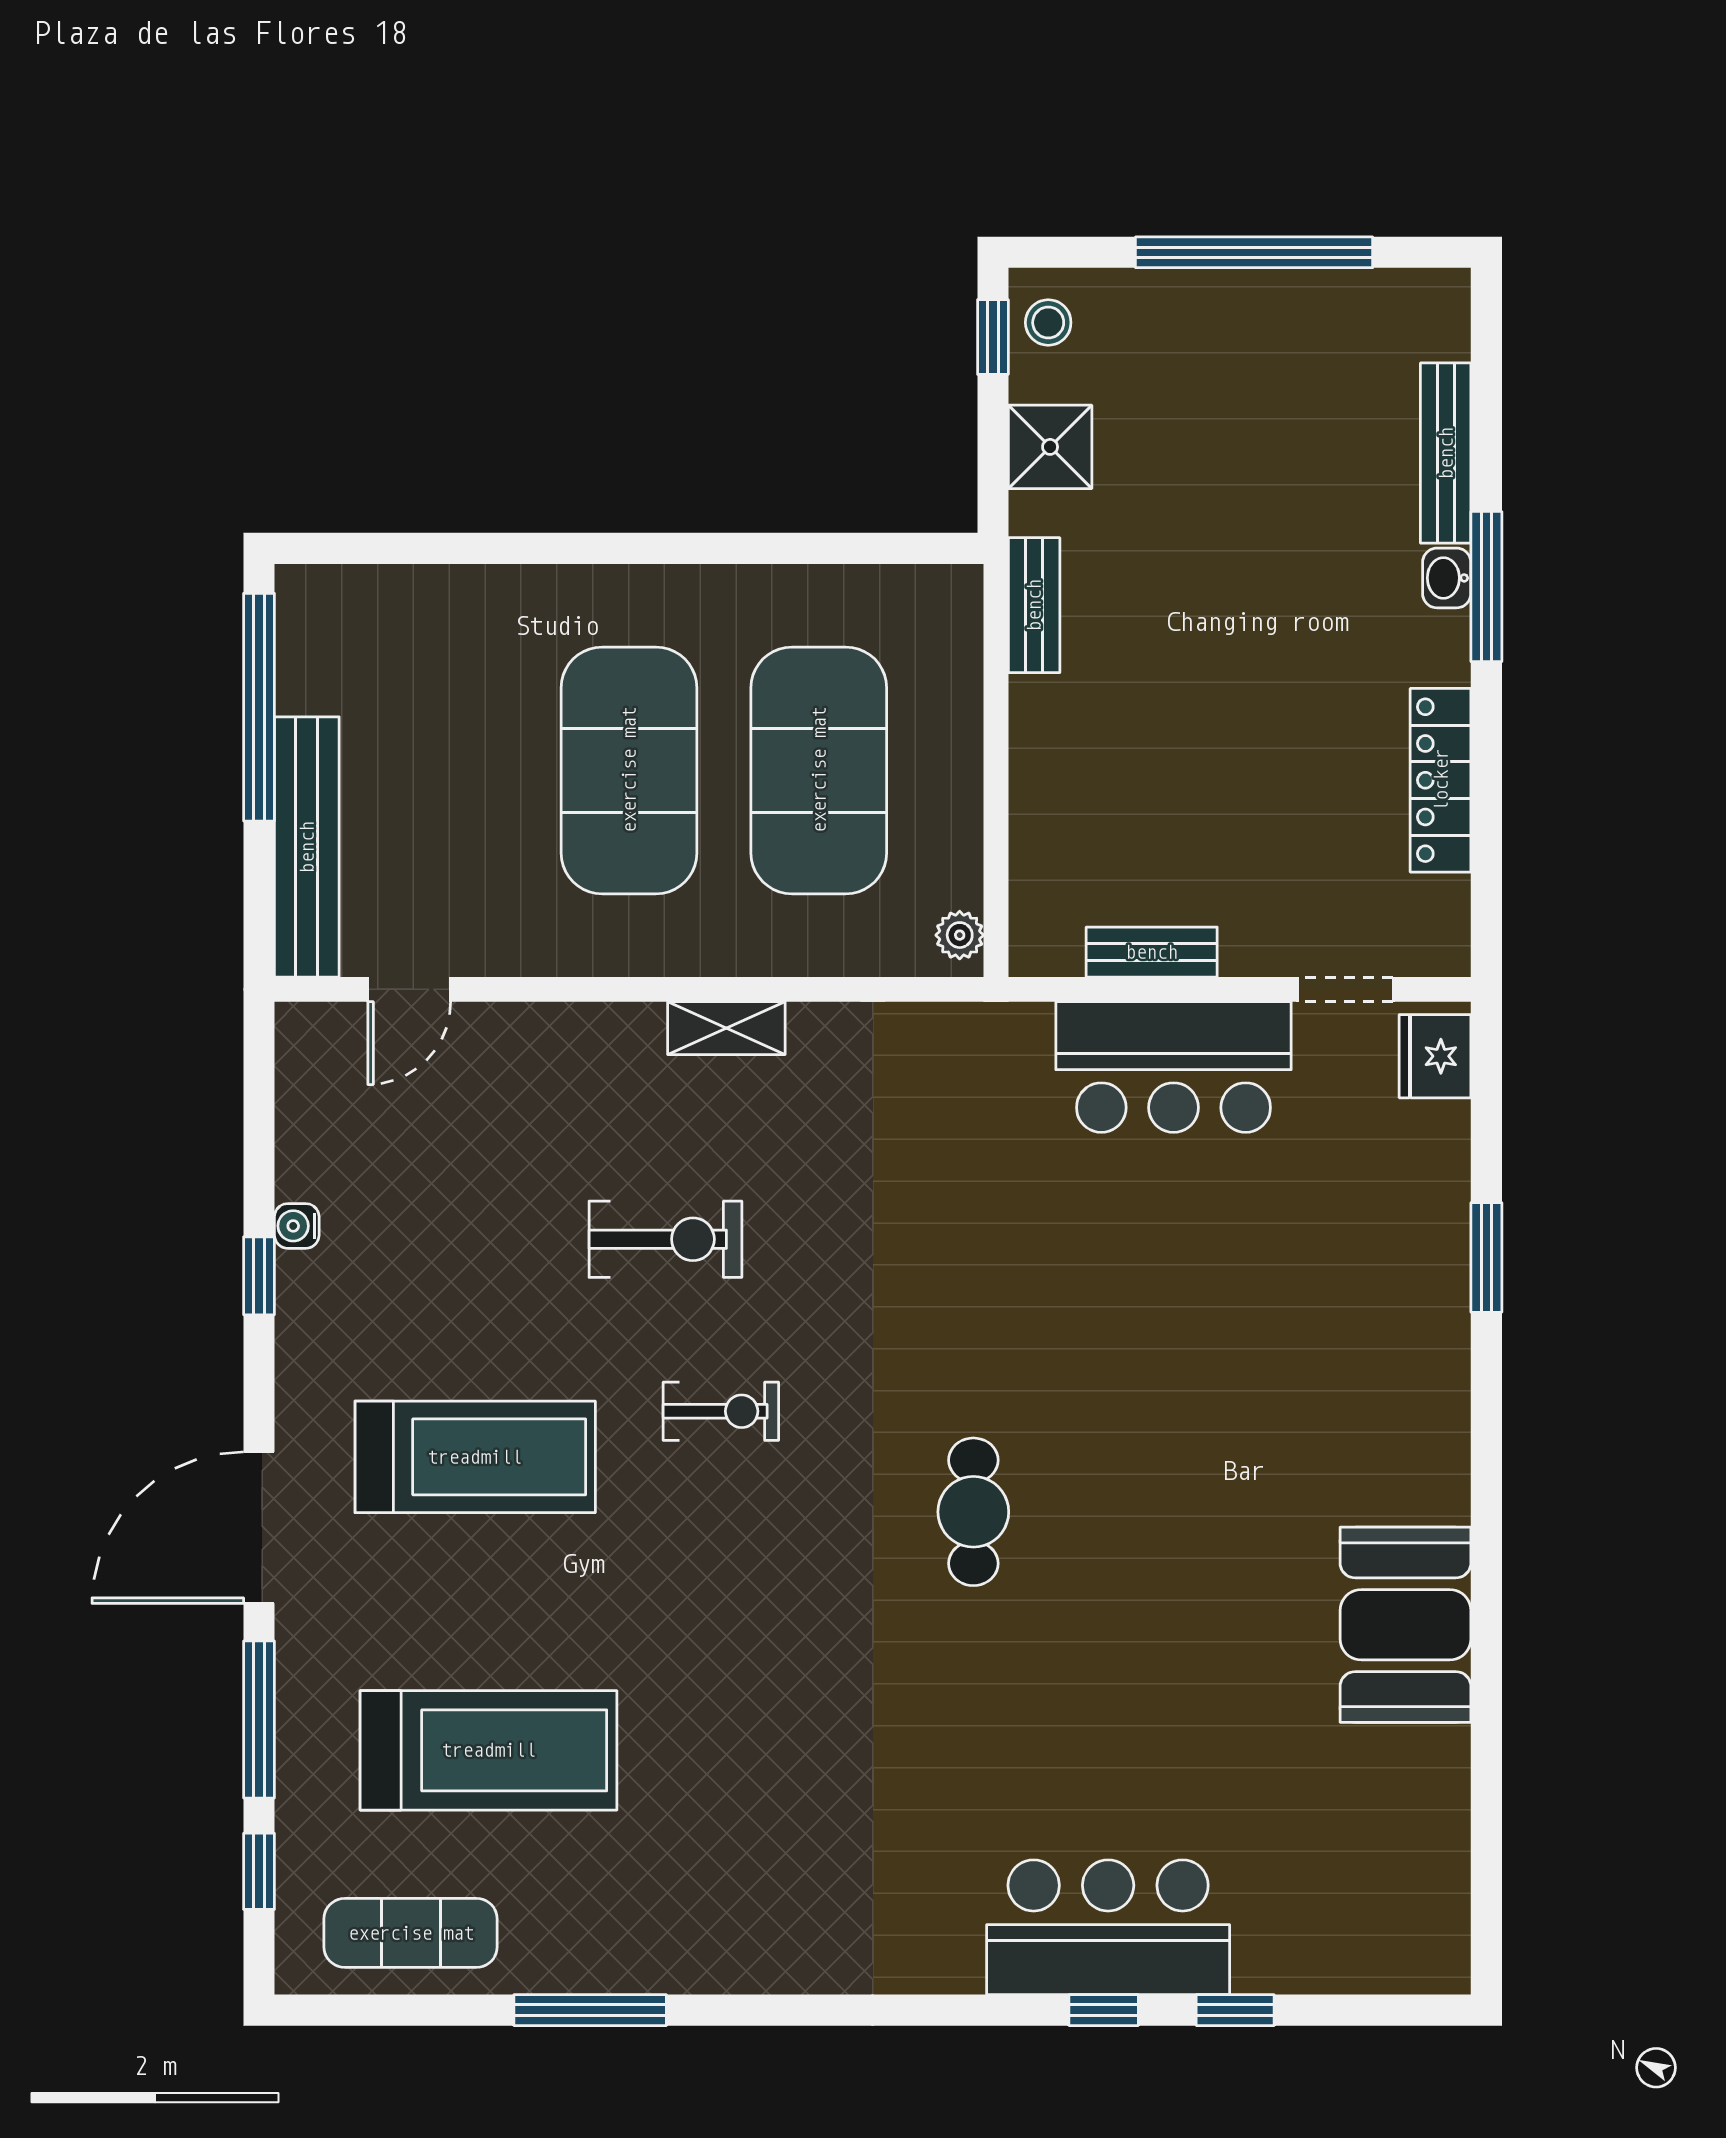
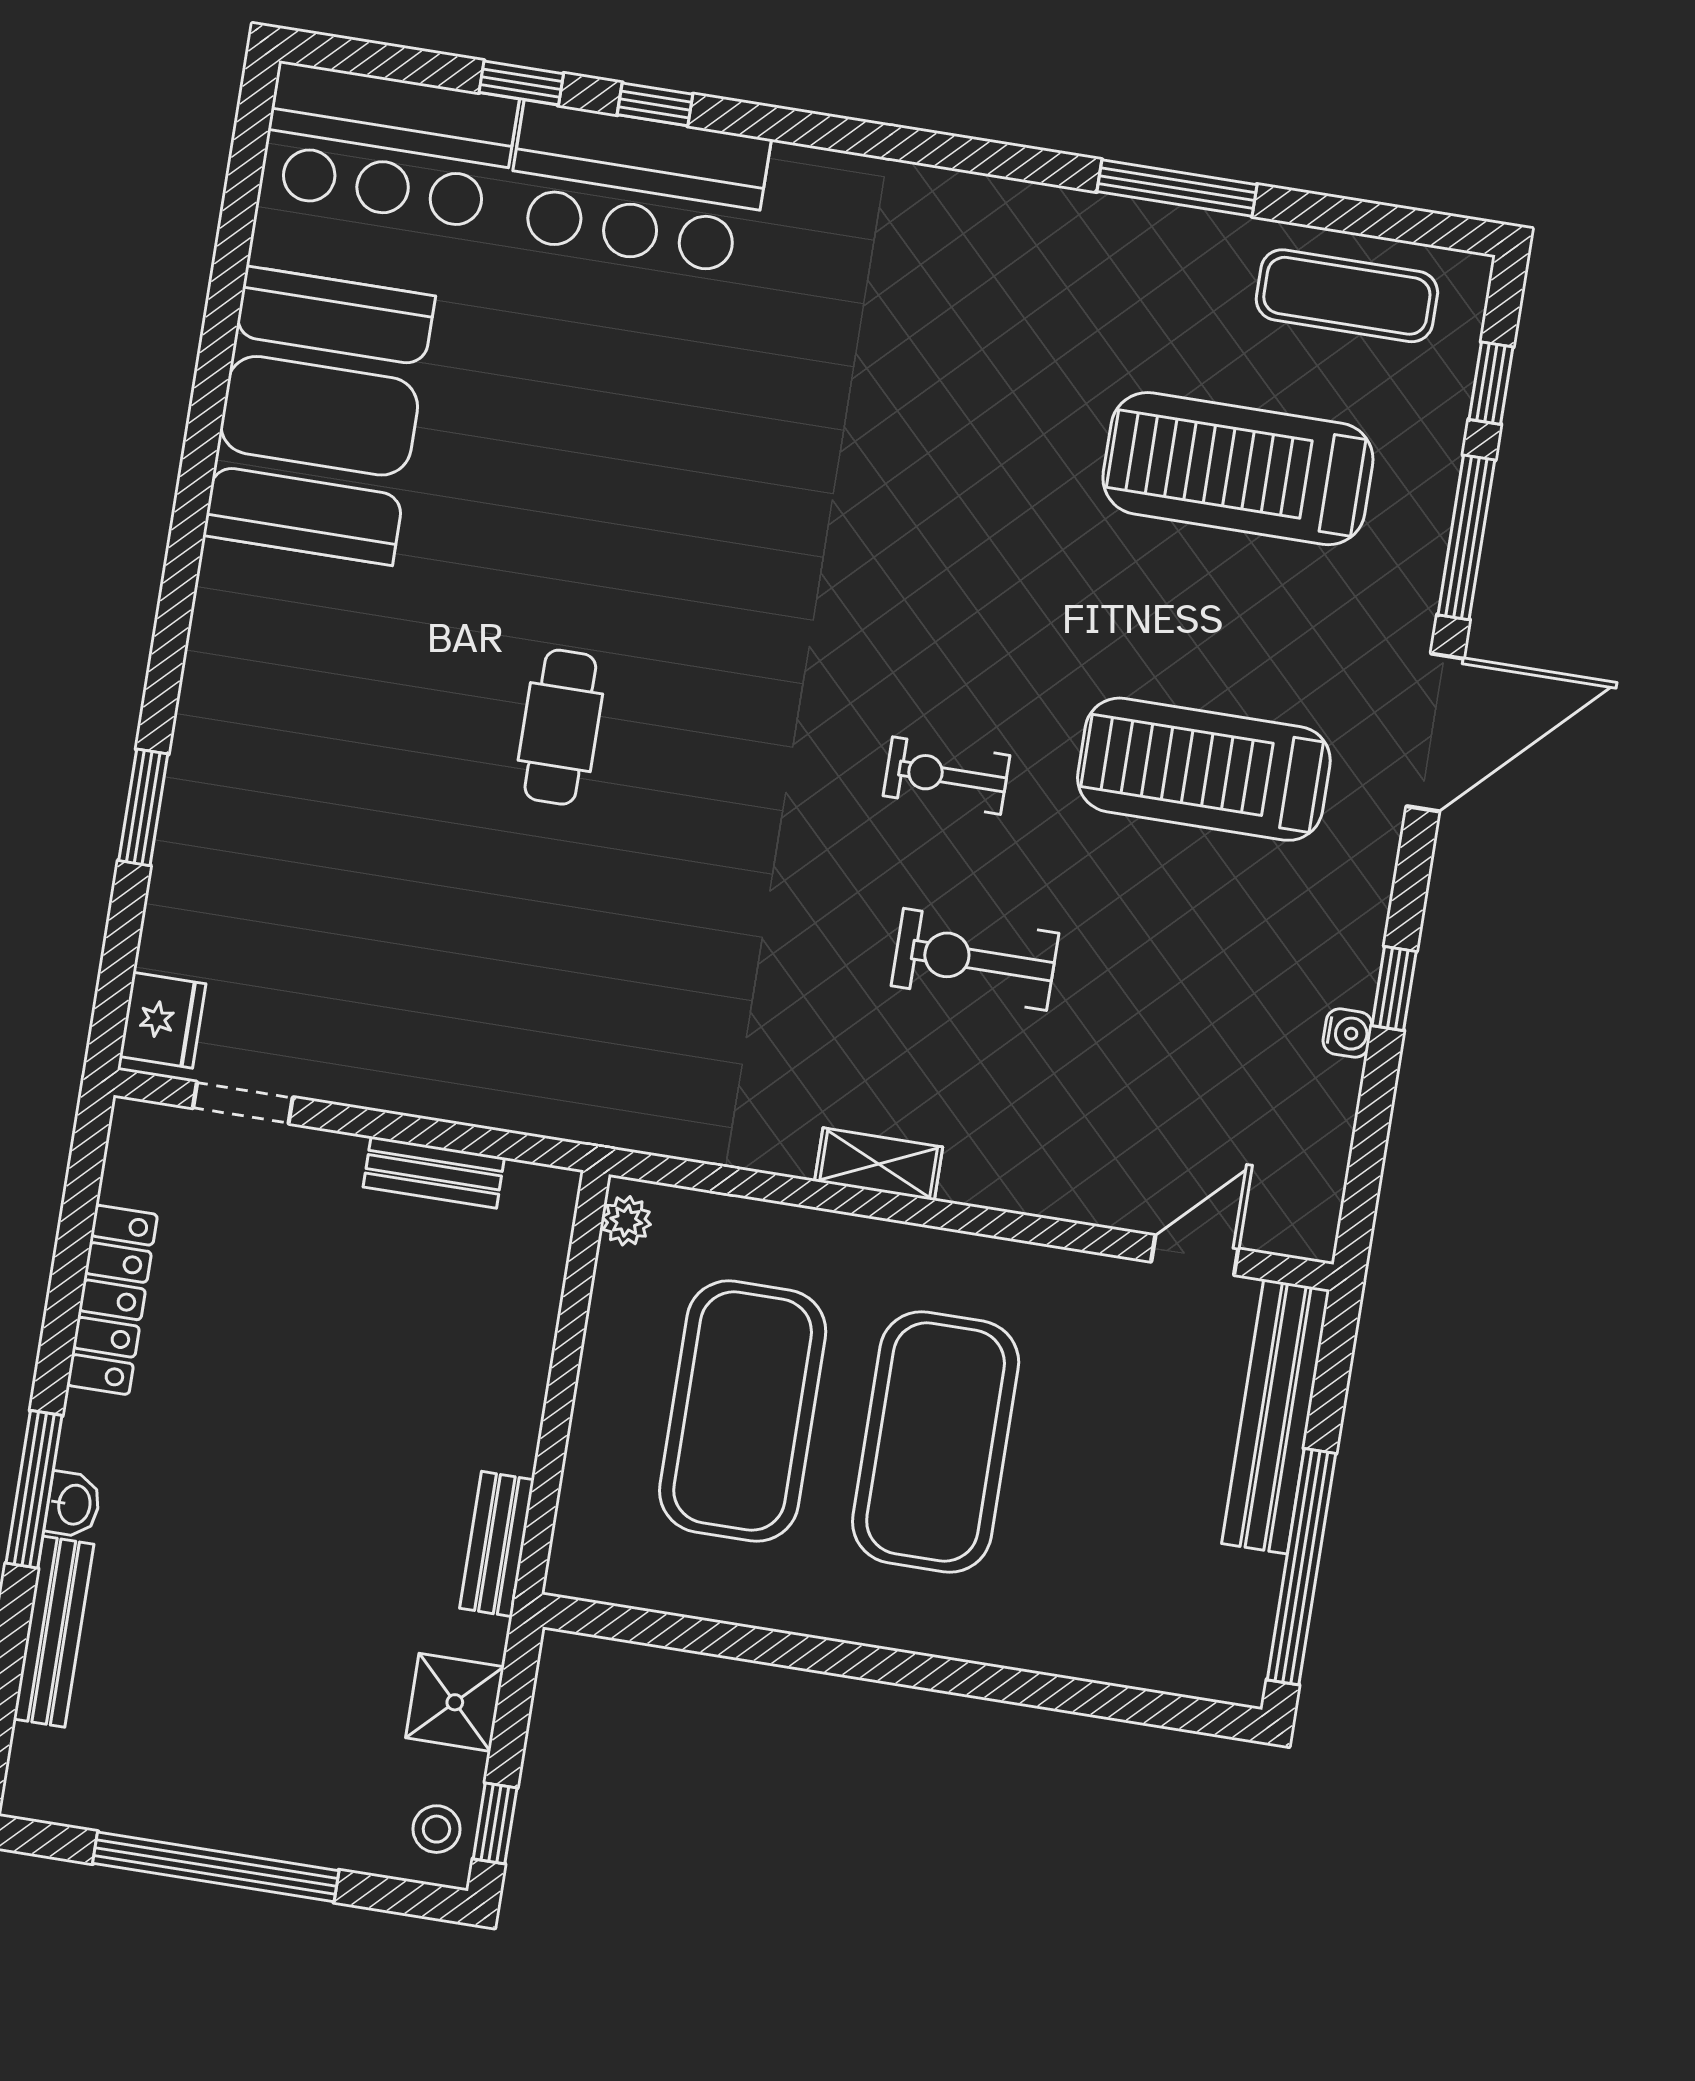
bar counter: (1173, 1067) -> (389, 146), moved, turned 180
cafe table: (973, 1512) -> (560, 727), moved
booth: (1405, 1625) -> (319, 416), width x1.36, depth x1.42

